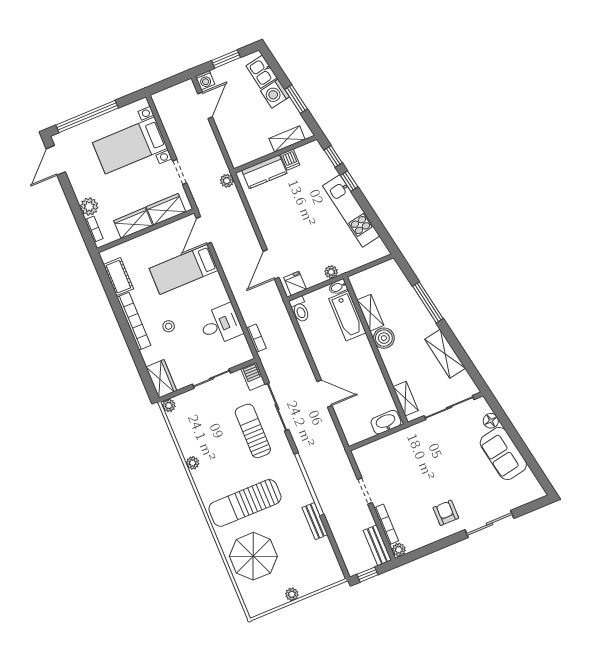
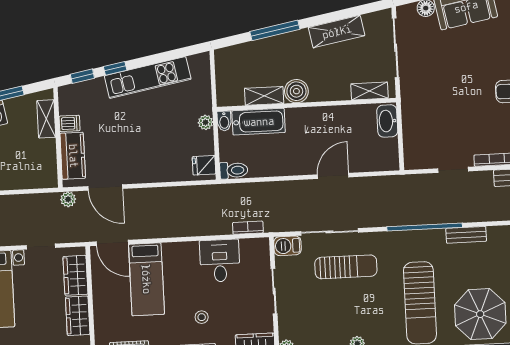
door: (271, 264) -> (105, 187), moved
sun lounger: (253, 431) -> (346, 267), turned 180

